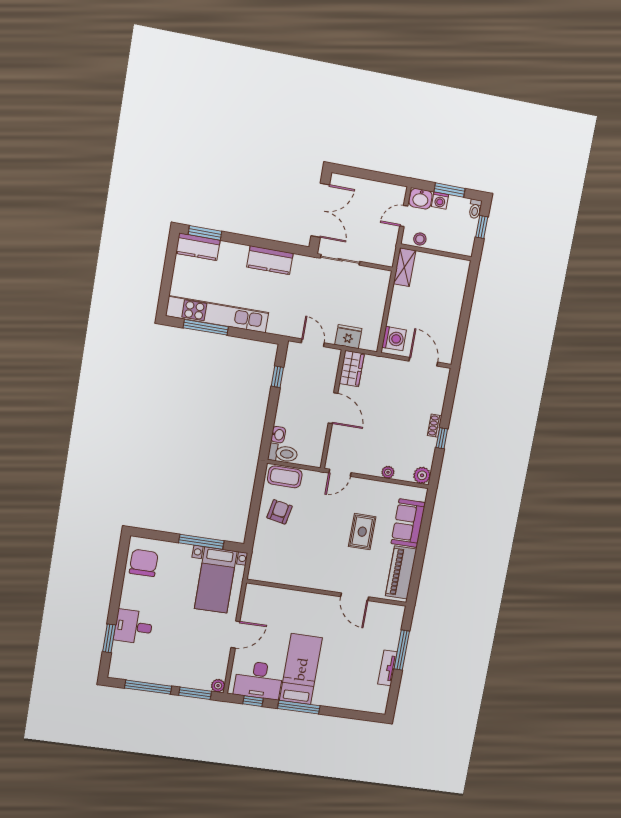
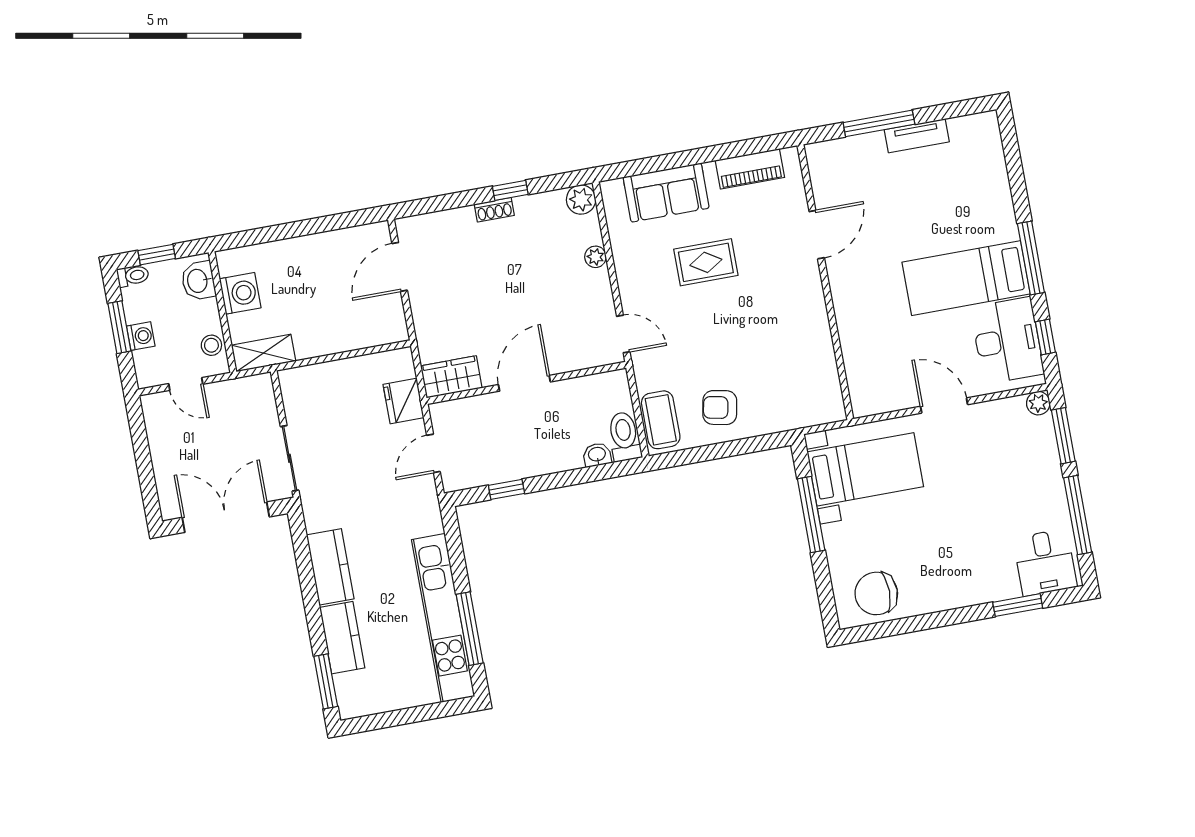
washbasin: (421, 199) -> (198, 281), moved, turned 180
kitchen counter: (198, 247) -> (342, 638), moved
washing machine: (394, 339) -> (240, 293), moved, turned 90
piano: (401, 572) -> (750, 169), width x0.73, depth x0.75
desk: (133, 627) -> (1045, 562), moved

